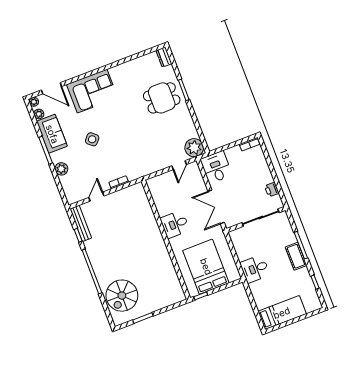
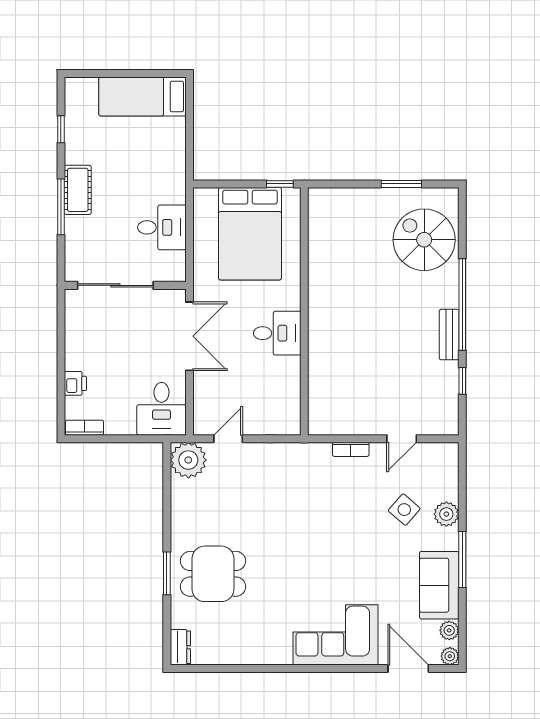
side table: (92, 139) -> (404, 510), moved
printer: (272, 190) -> (75, 383), moved
bench: (81, 223) -> (449, 335), moved, width x0.73
desk: (255, 269) -> (162, 227), moved
spiral stairs: (122, 296) -> (424, 240), turned -90

